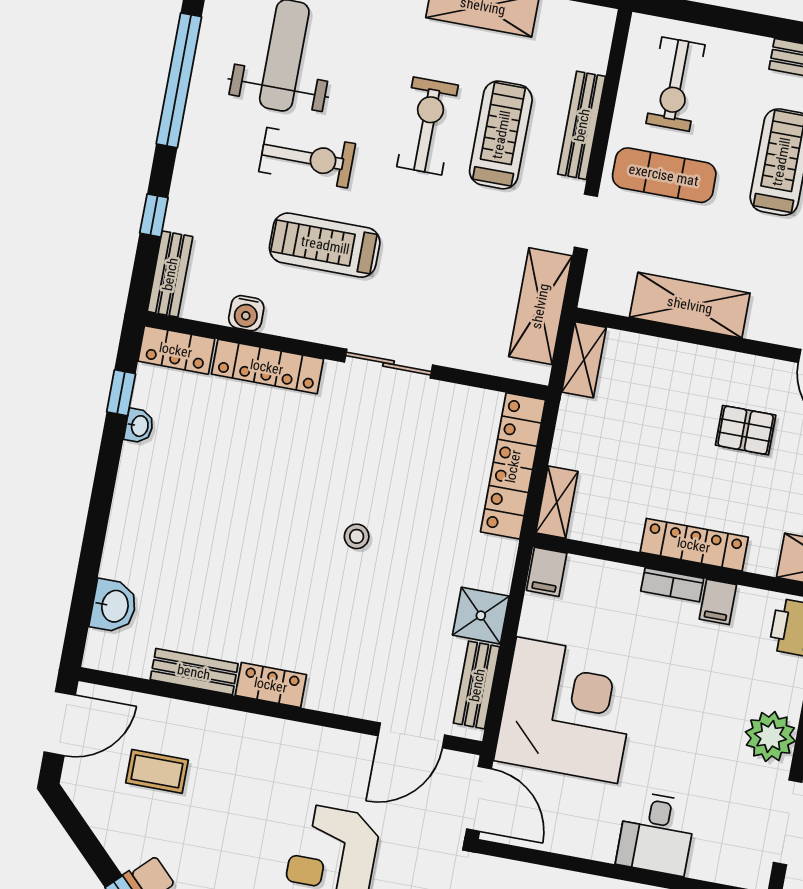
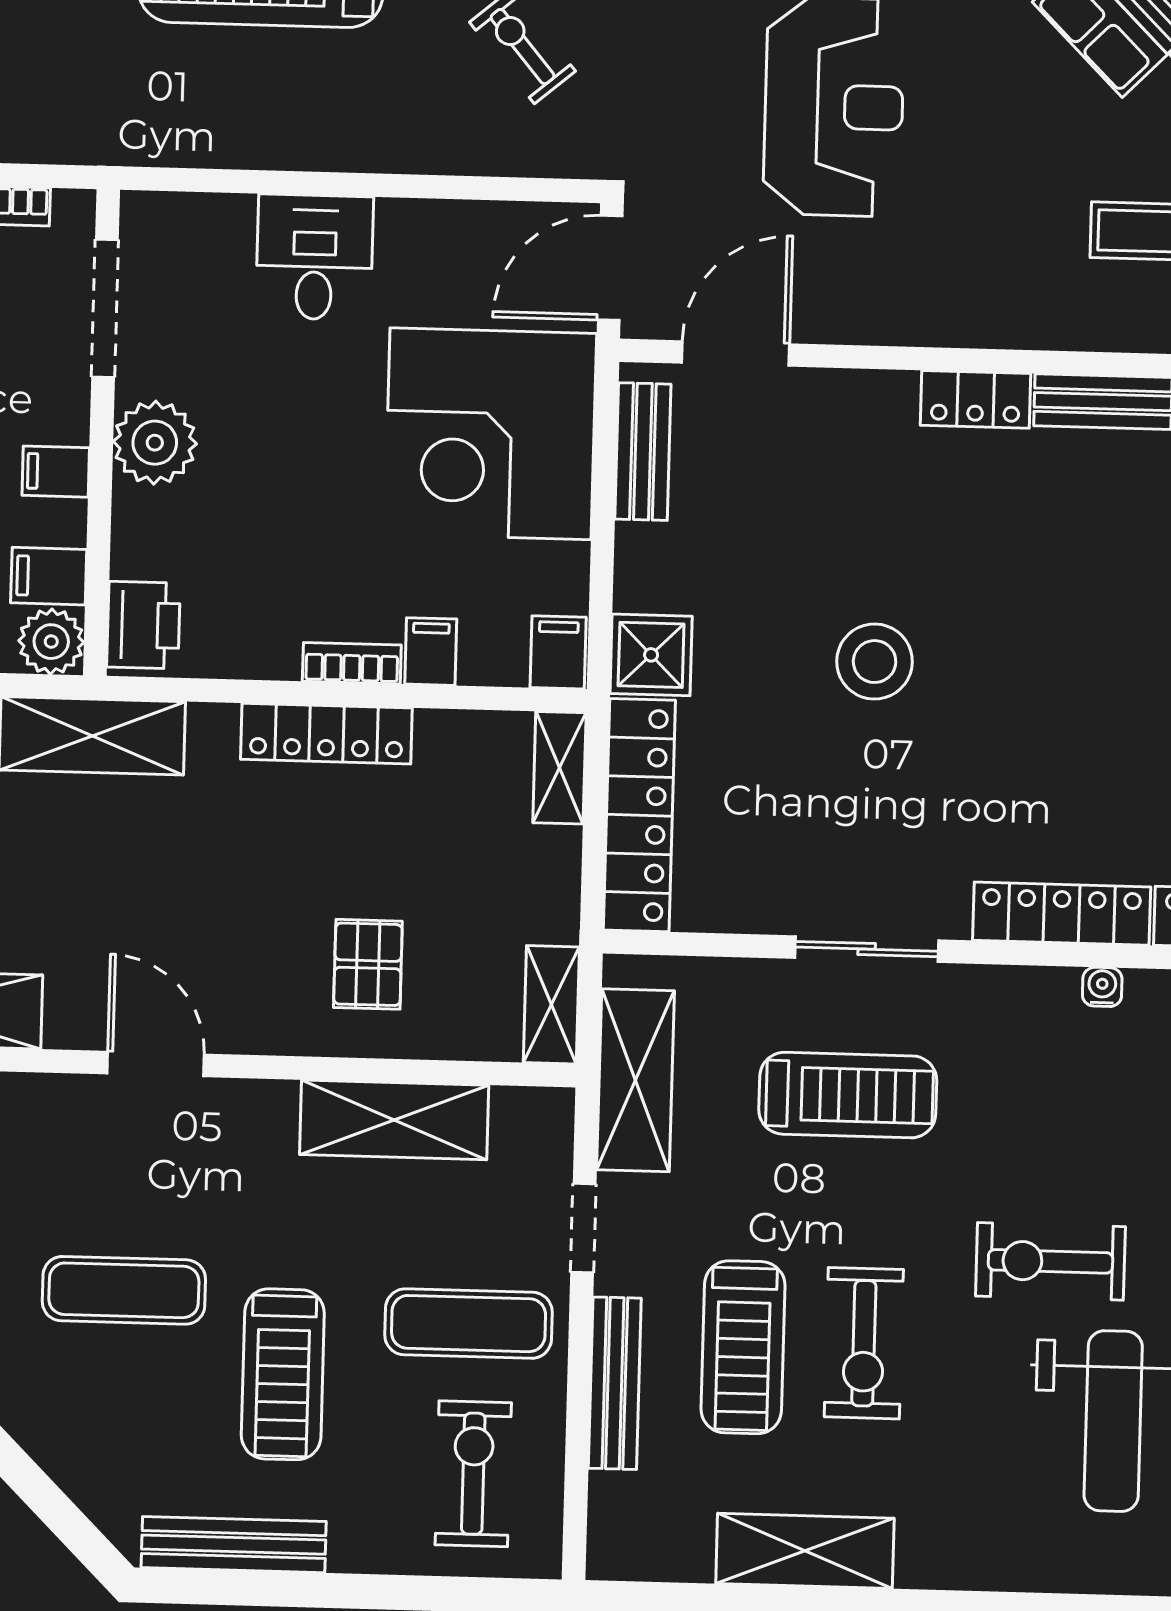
treadmill: (325, 245) -> (848, 1095), moved
water cooler: (246, 313) -> (1102, 987), width x0.72, depth x0.72
pallet: (746, 430) -> (368, 964), moved, turned 90
stool: (357, 536) -> (875, 662), width x1.89, depth x1.89
filing cabinet: (718, 602) -> (431, 652), moved
shower: (481, 616) -> (651, 655), moved
door: (479, 799) -> (610, 268), hinge flipped

